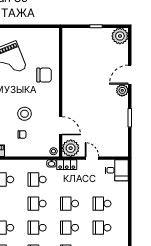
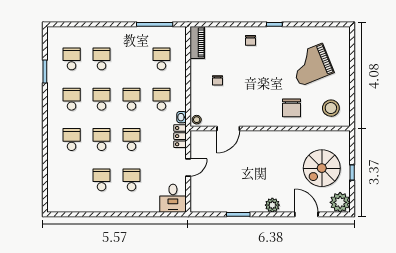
spiral stairs: (92, 51) -> (322, 168), added
door: (130, 75) -> (306, 214), moved
stool: (25, 114) -> (331, 108), moved
plant: (71, 148) -> (201, 141), removed

